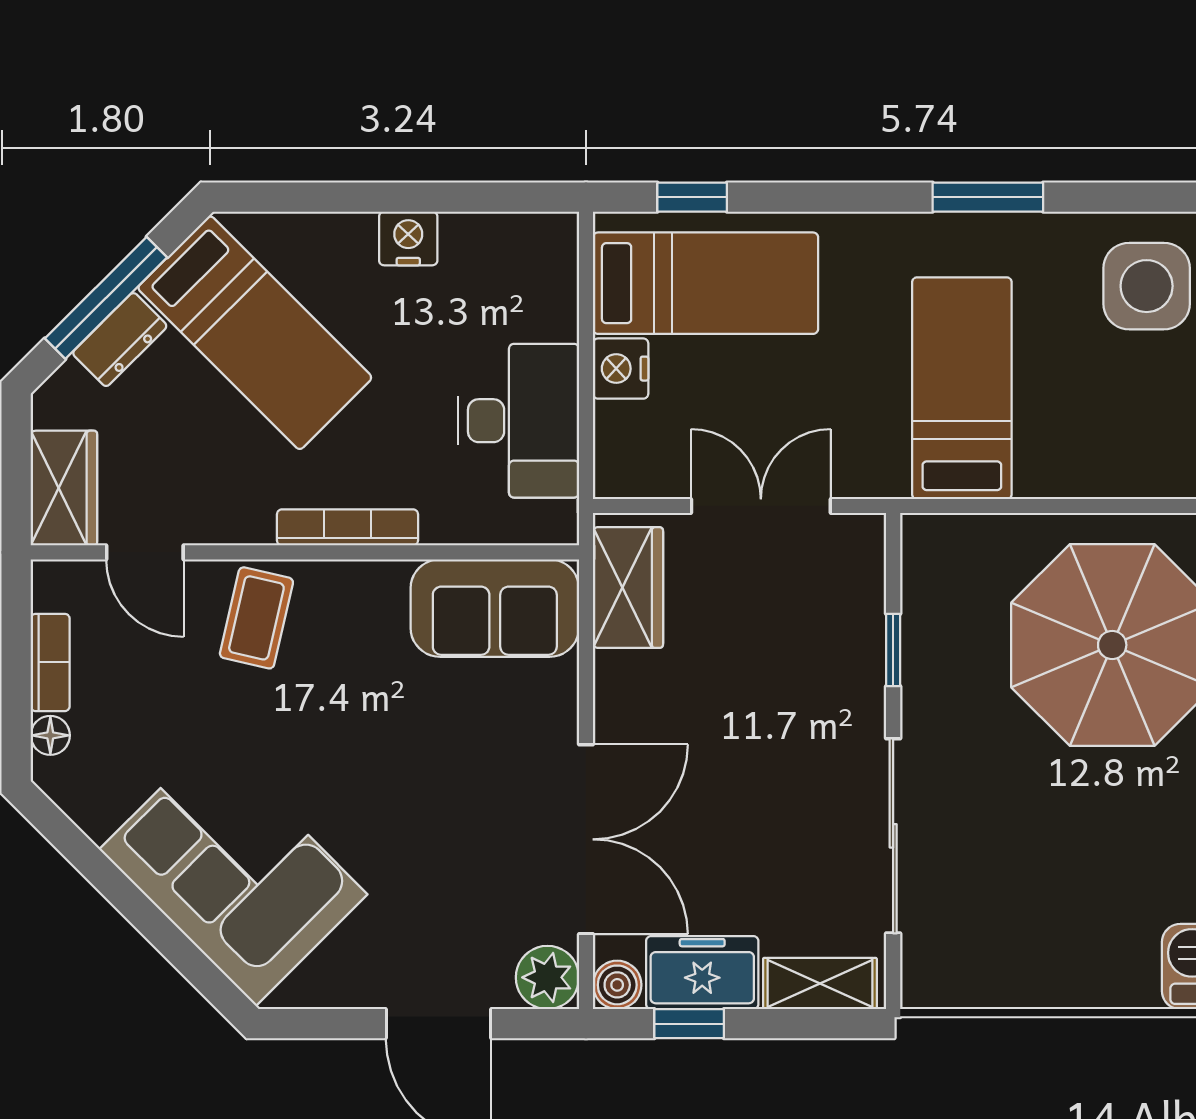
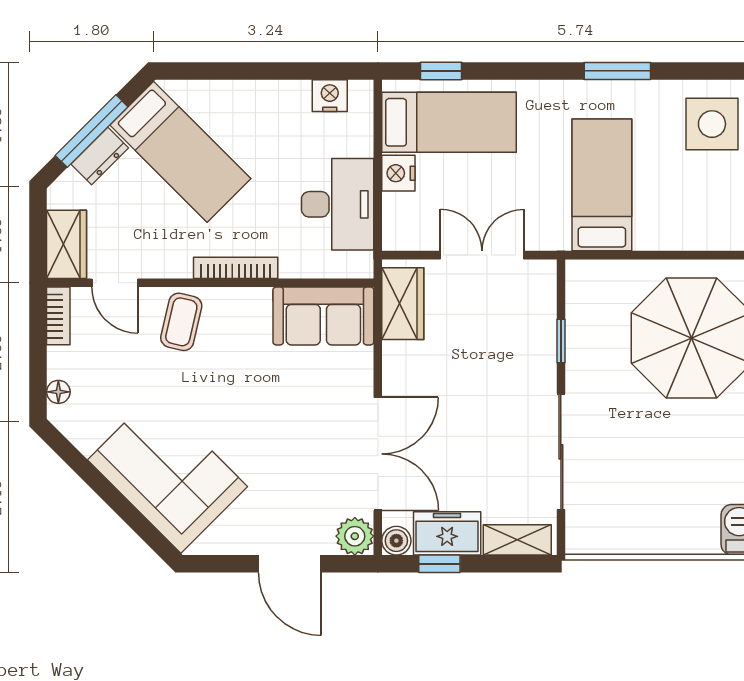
nightstand: (408, 238) -> (330, 96), moved
bookcase: (50, 662) -> (58, 316), moved

